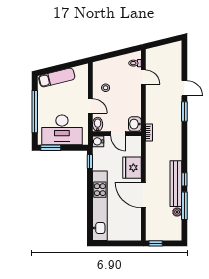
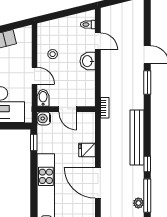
washbasin: (135, 124) -> (88, 61), moved
fridge: (132, 168) -> (87, 150), width x0.53, depth x0.75
bench: (176, 184) -> (137, 138), moved

